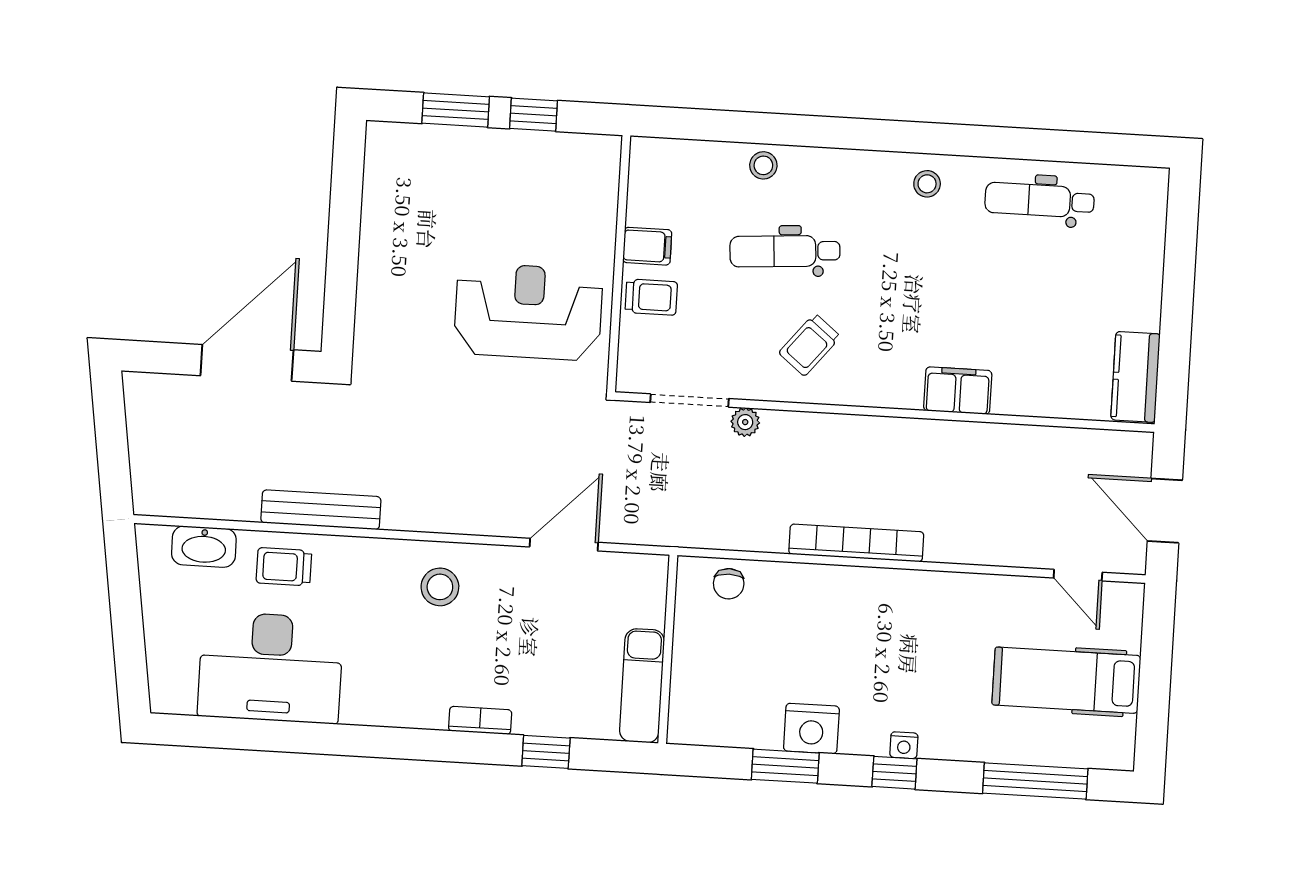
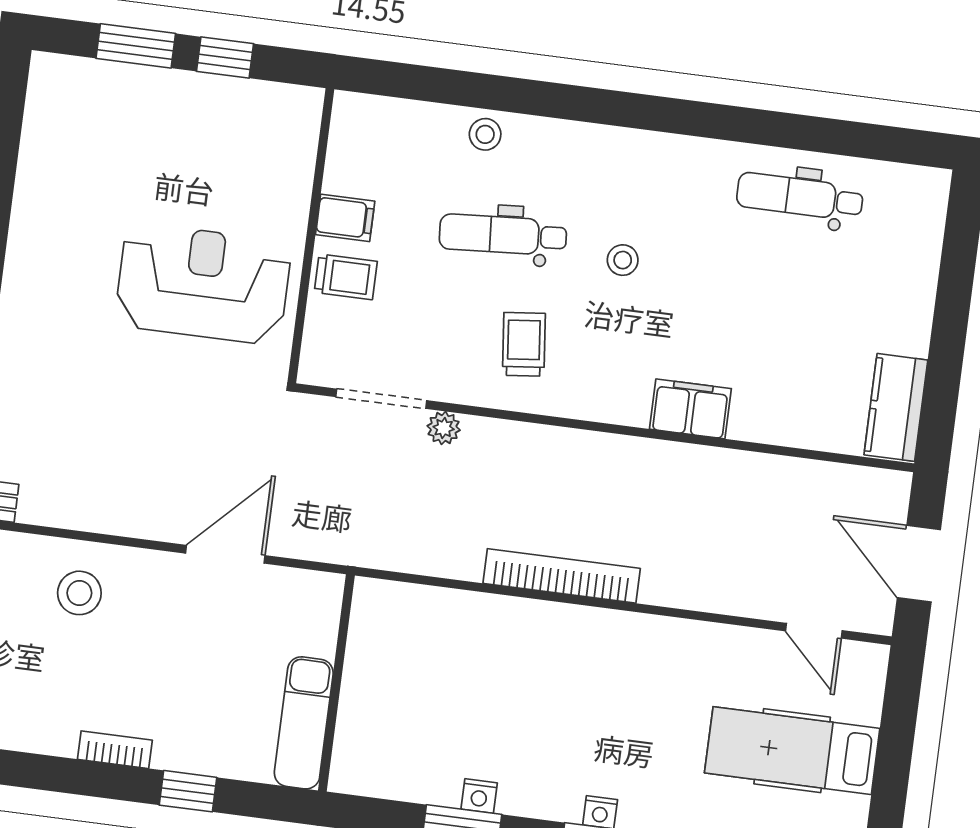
stool: (927, 184) -> (623, 260), moved
trolley: (810, 345) -> (524, 344), turned 135
chair: (729, 584) -> (412, 613), removed
nightstand: (811, 729) -> (479, 796), width x0.53, depth x0.56

